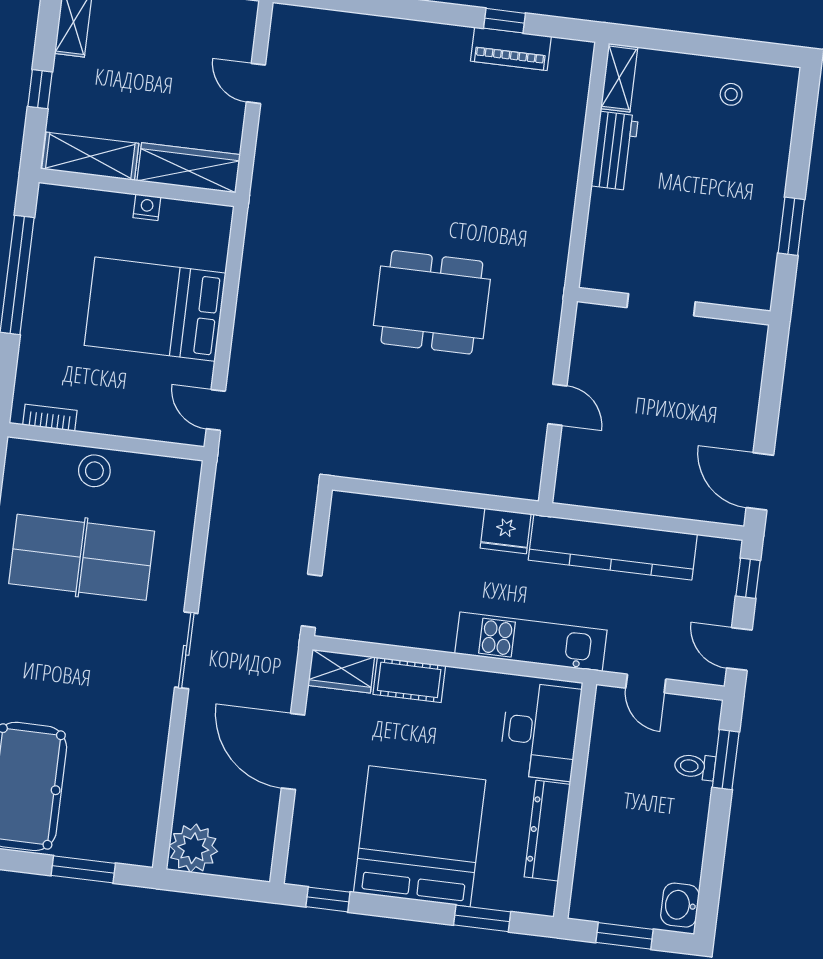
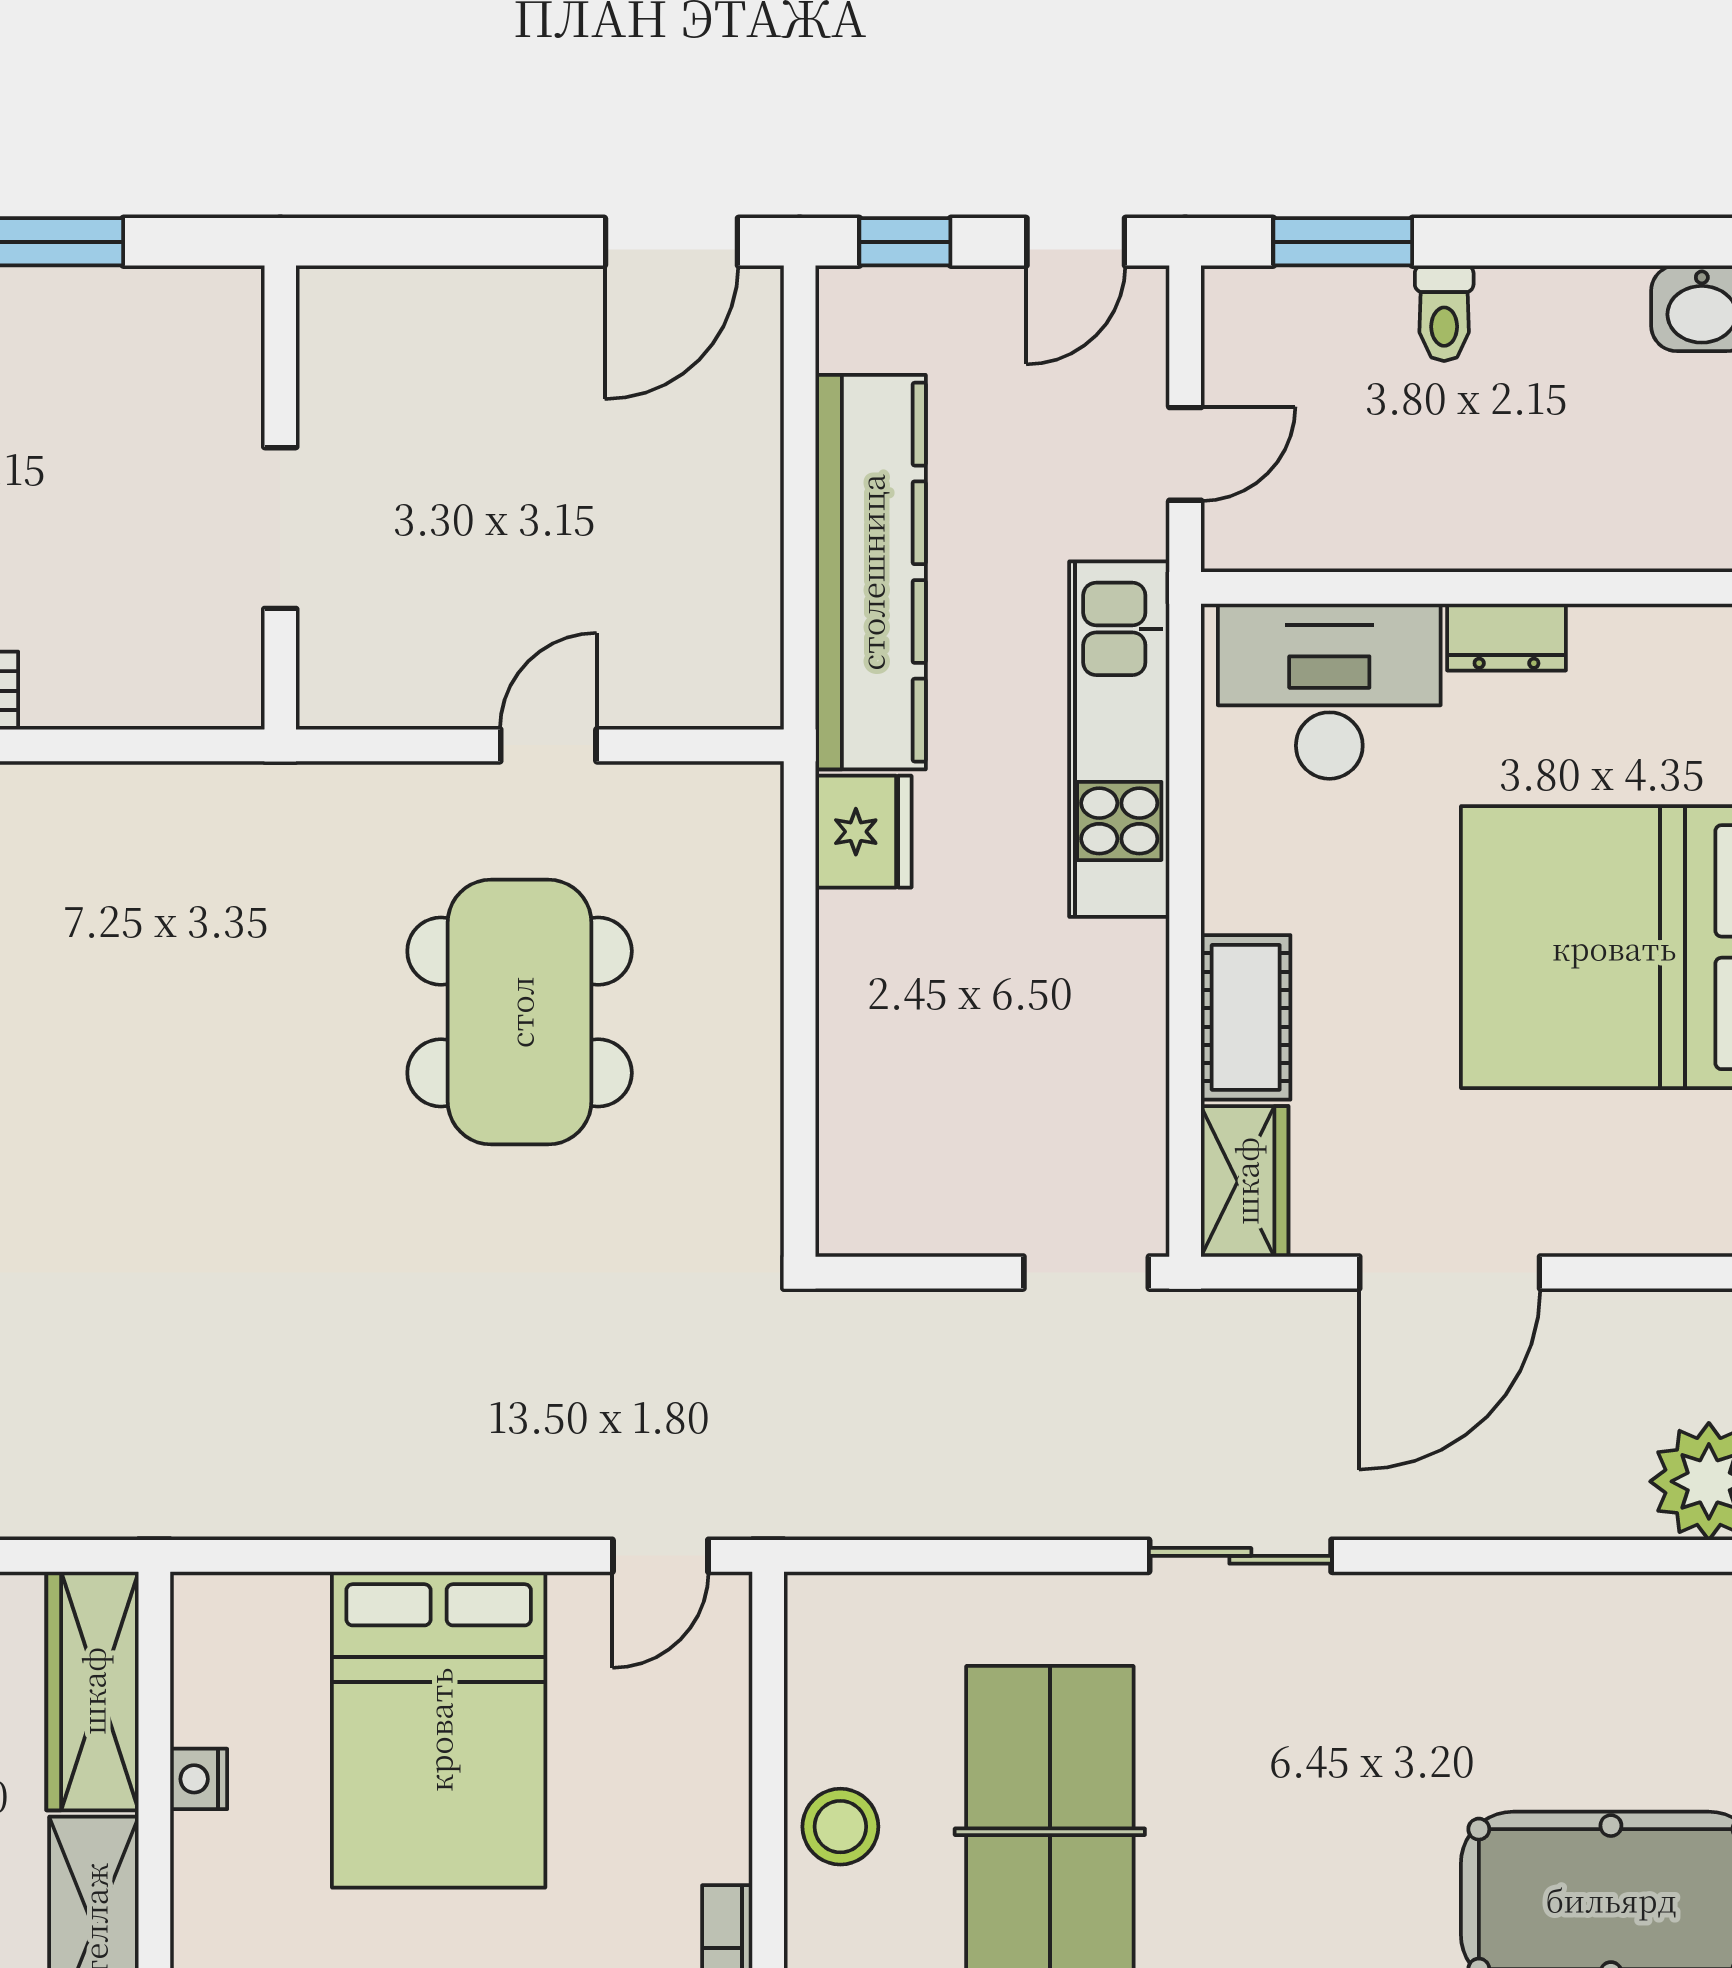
dining table: (432, 302) -> (520, 1012), moved
toilet: (695, 767) -> (1444, 313), moved
dresser: (547, 831) -> (1506, 637), width x0.51, depth x0.80

